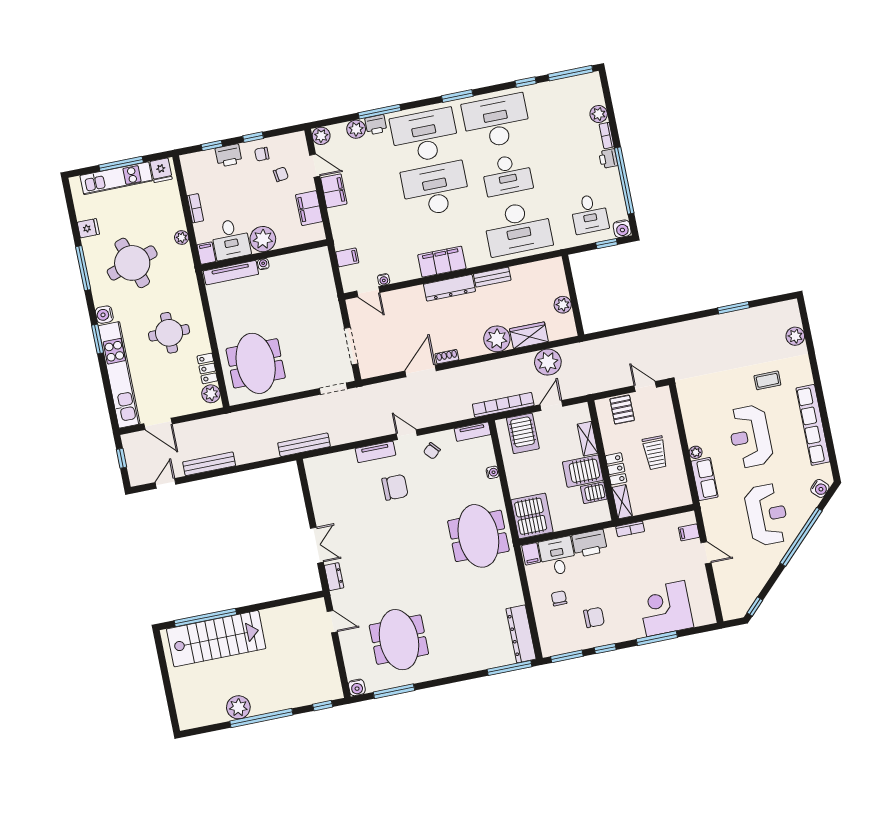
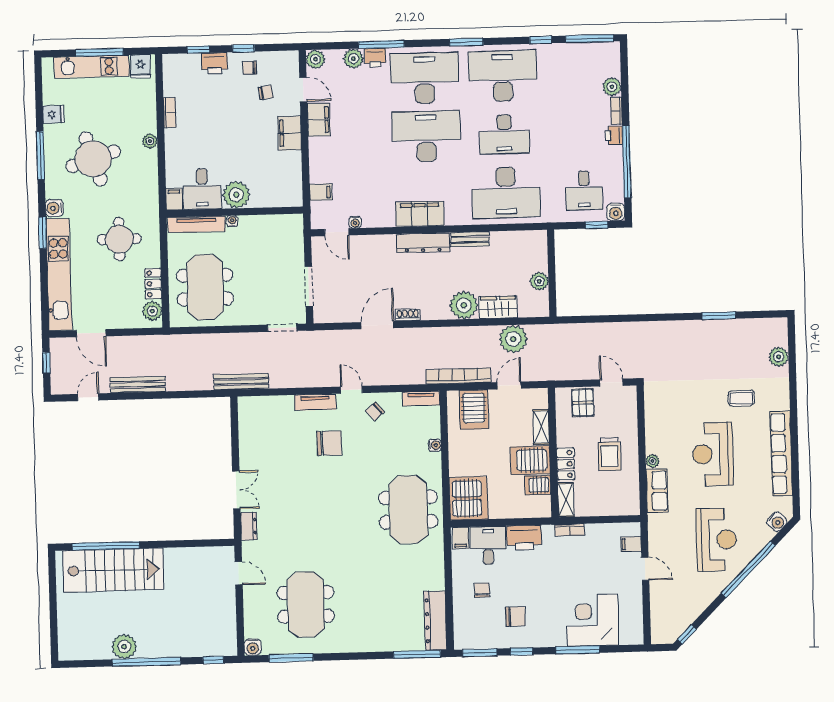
desk: (231, 239) -> (202, 189), moved
plant: (263, 239) -> (236, 195), moved
filing cabinet: (206, 253) -> (174, 199), moved
wall: (264, 255) -> (235, 212), moved
water cooler: (263, 264) -> (232, 221), moved
tv unit: (231, 273) -> (197, 224), moved

